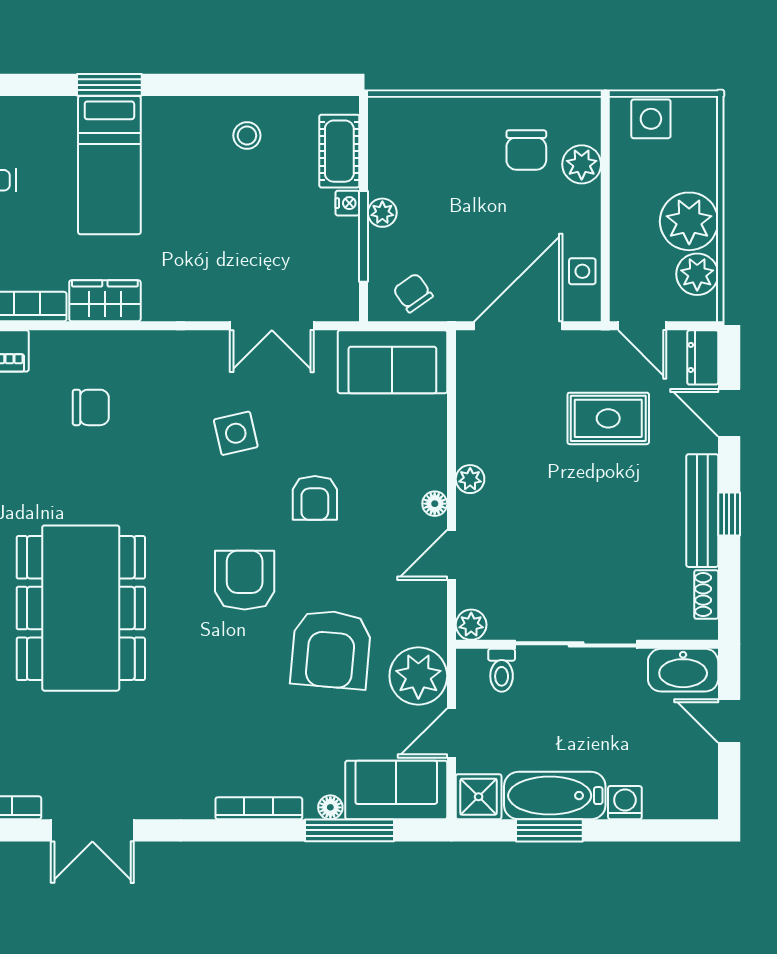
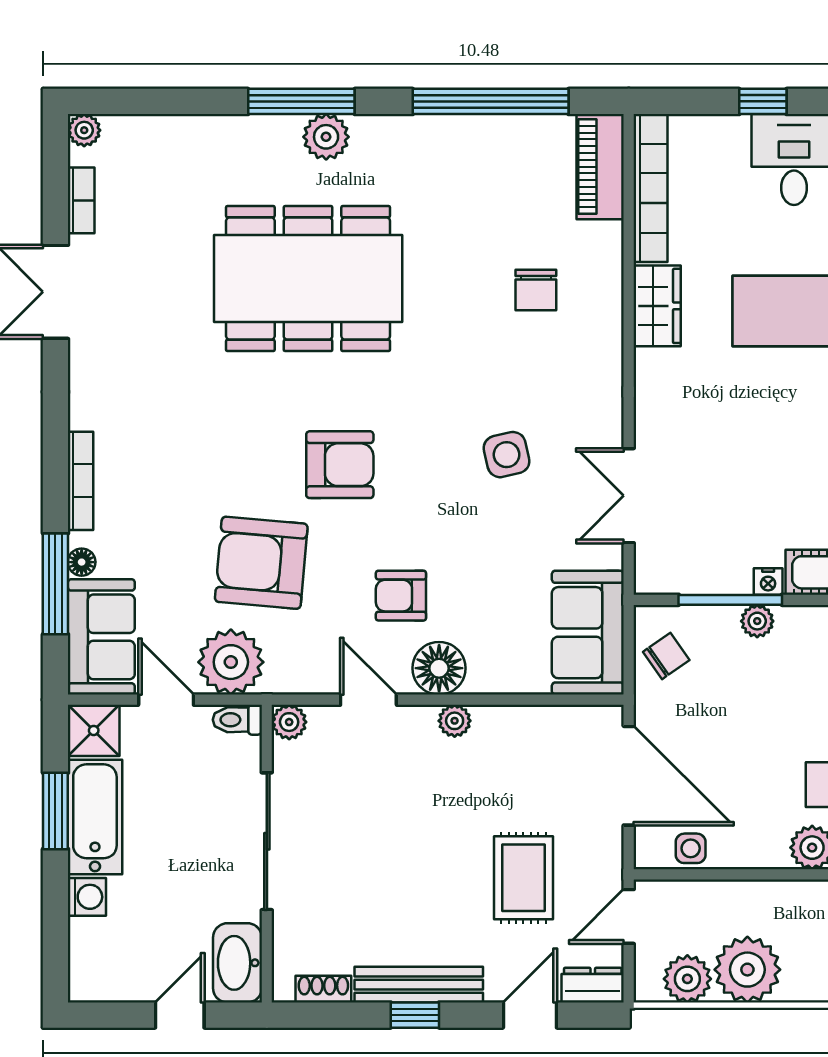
armchair: (315, 498) -> (401, 596), moved
floor lamp: (435, 504) -> (439, 668), width x1.89, depth x1.89
toilet: (502, 670) -> (237, 720), moved

